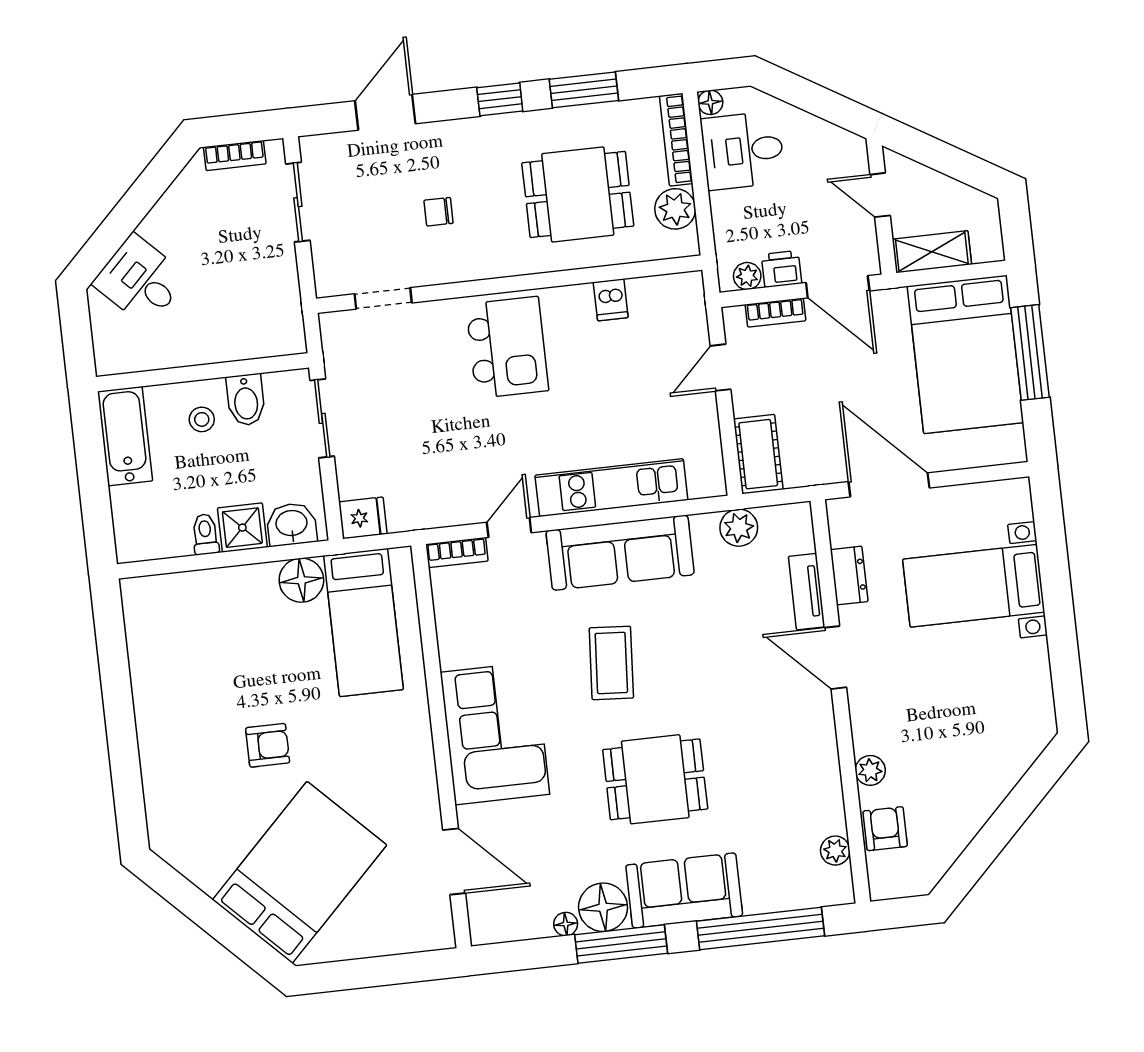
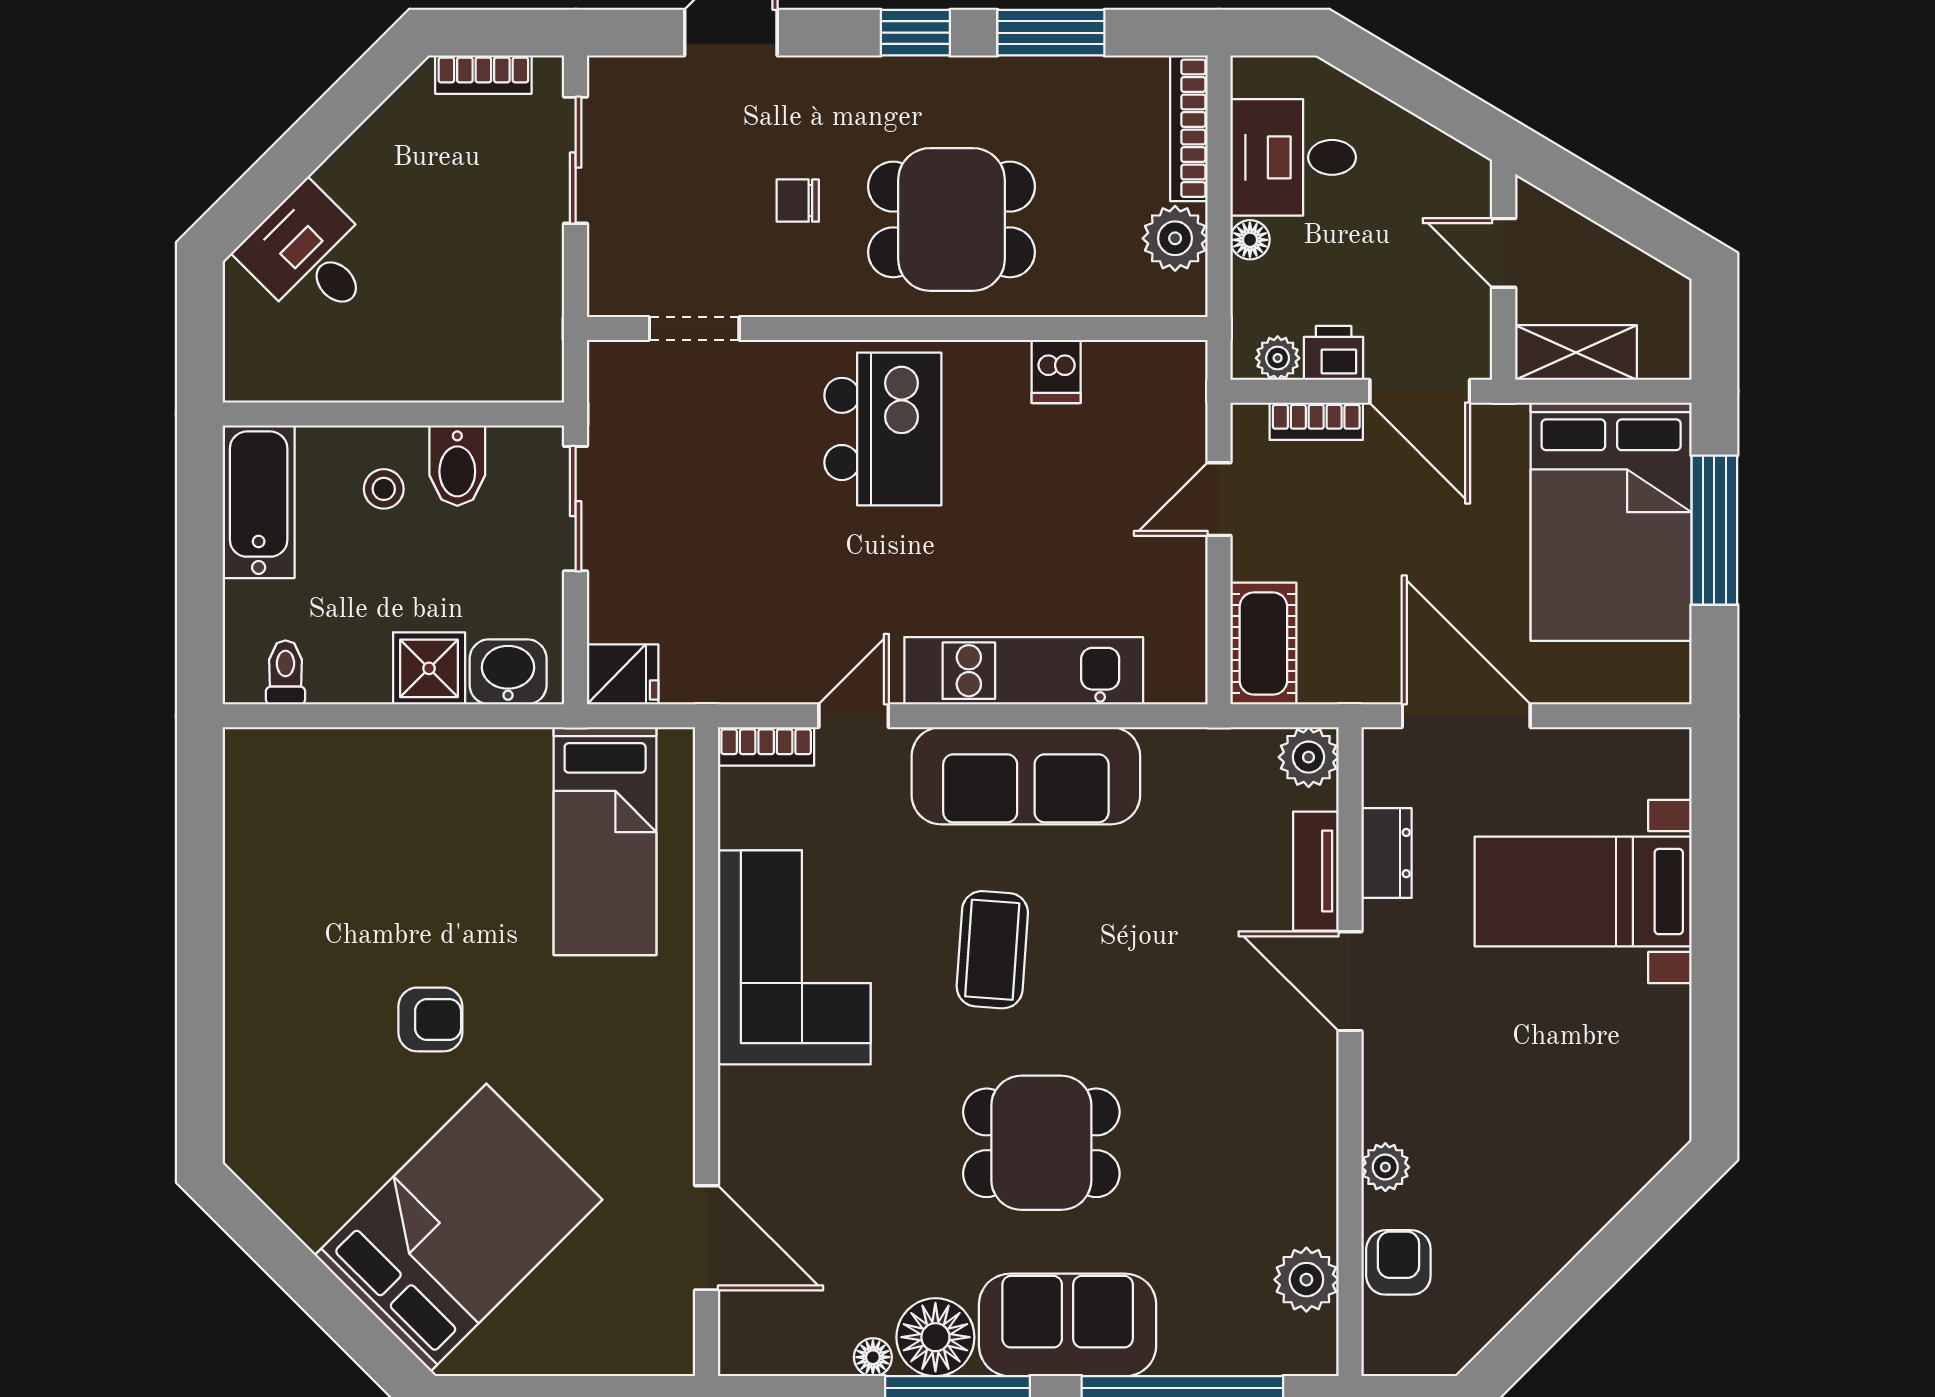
floor lamp: (710, 102) -> (1250, 240), moved
dining table: (578, 194) -> (951, 219), moved
plant: (739, 528) -> (1309, 757), moved
toilet: (205, 534) -> (285, 672), moved
floor lamp: (301, 580) -> (514, 763), removed
corner sofa: (495, 733) -> (794, 957), moved
plant: (835, 851) -> (1306, 1280), width x1.38, depth x1.38

